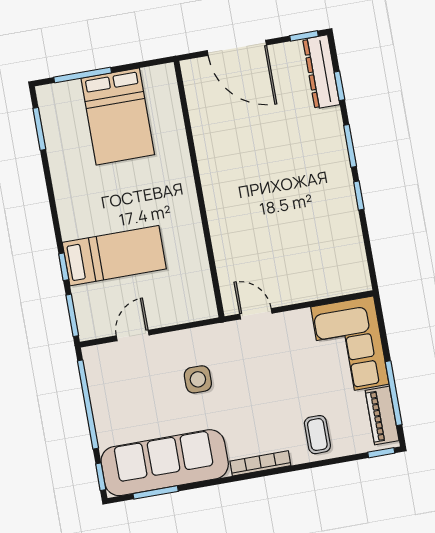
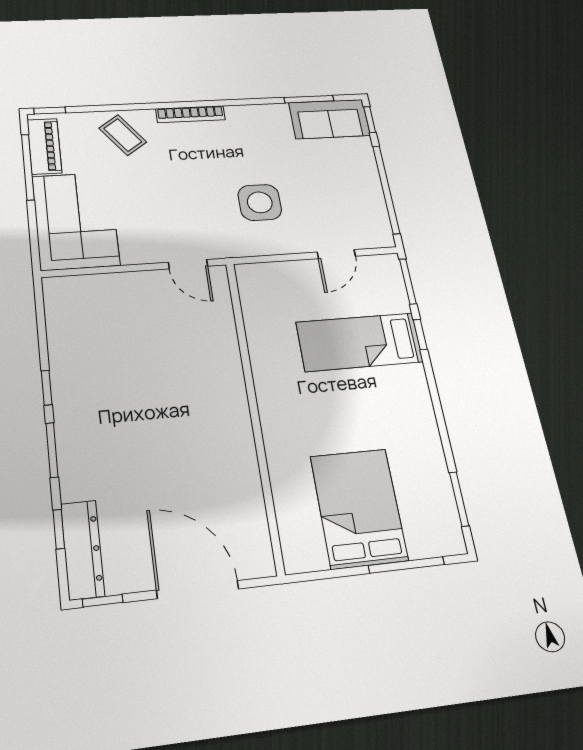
side table: (198, 379) -> (260, 202), width x1.37, depth x1.37
coffee table: (317, 435) -> (123, 135), turned -36
sofa: (165, 463) -> (329, 119), width x0.54, depth x0.79

